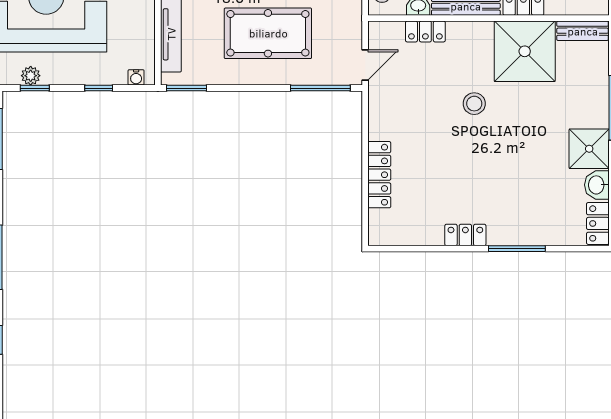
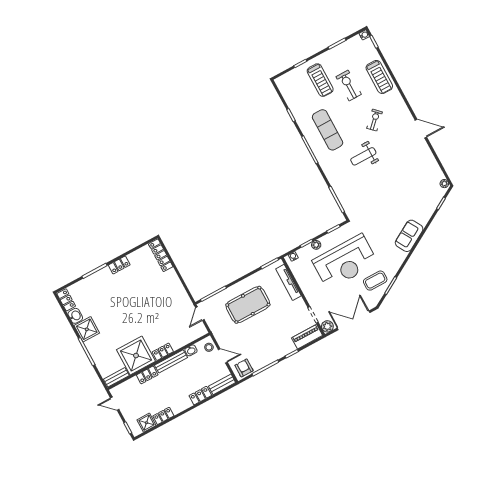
locker: (425, 32) -> (163, 352), moved
plant: (31, 76) -> (316, 245), moved
stool: (474, 104) -> (145, 322), removed
locker: (379, 175) -> (161, 255), moved

